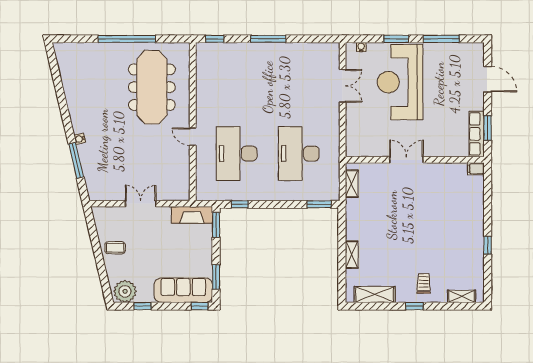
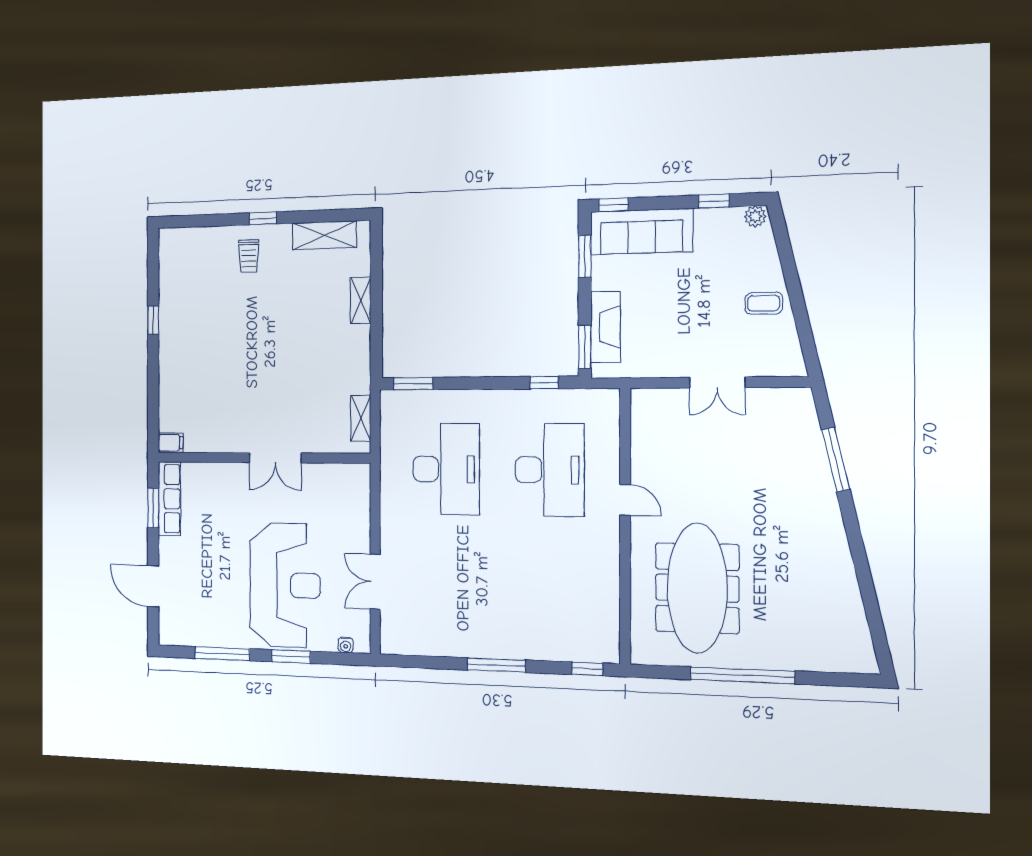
water cooler: (80, 139) -> (829, 498), removed
fireplace: (192, 215) -> (605, 327), moved, turned 90
plant: (125, 291) -> (755, 216), width x0.53, depth x0.53
shelving: (462, 296) -> (192, 237), removed

